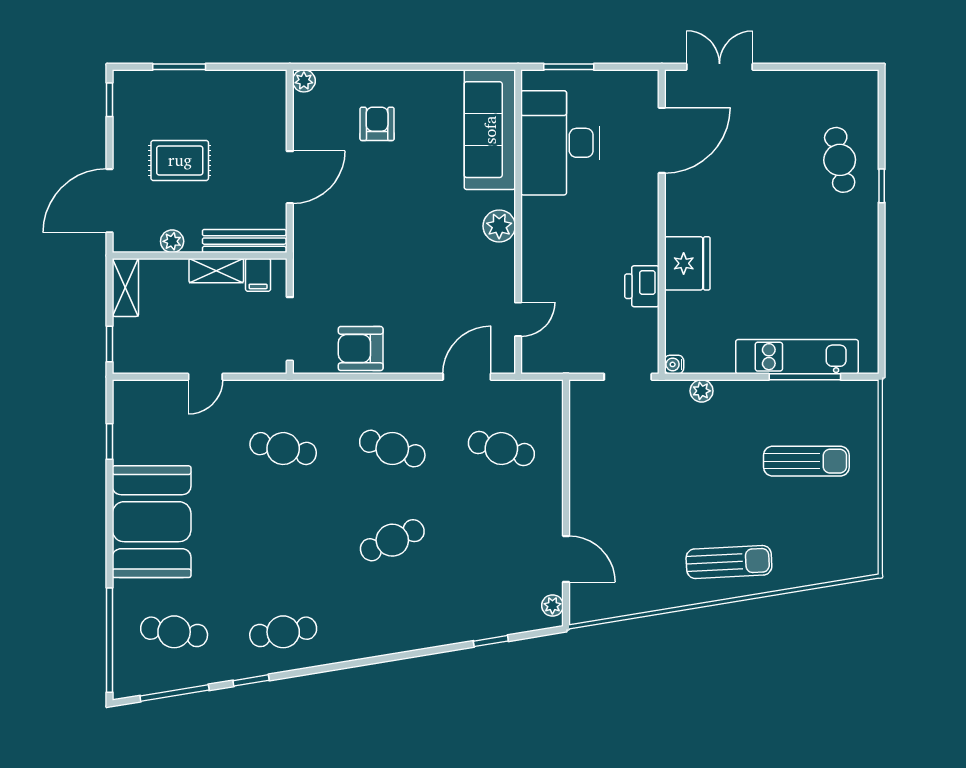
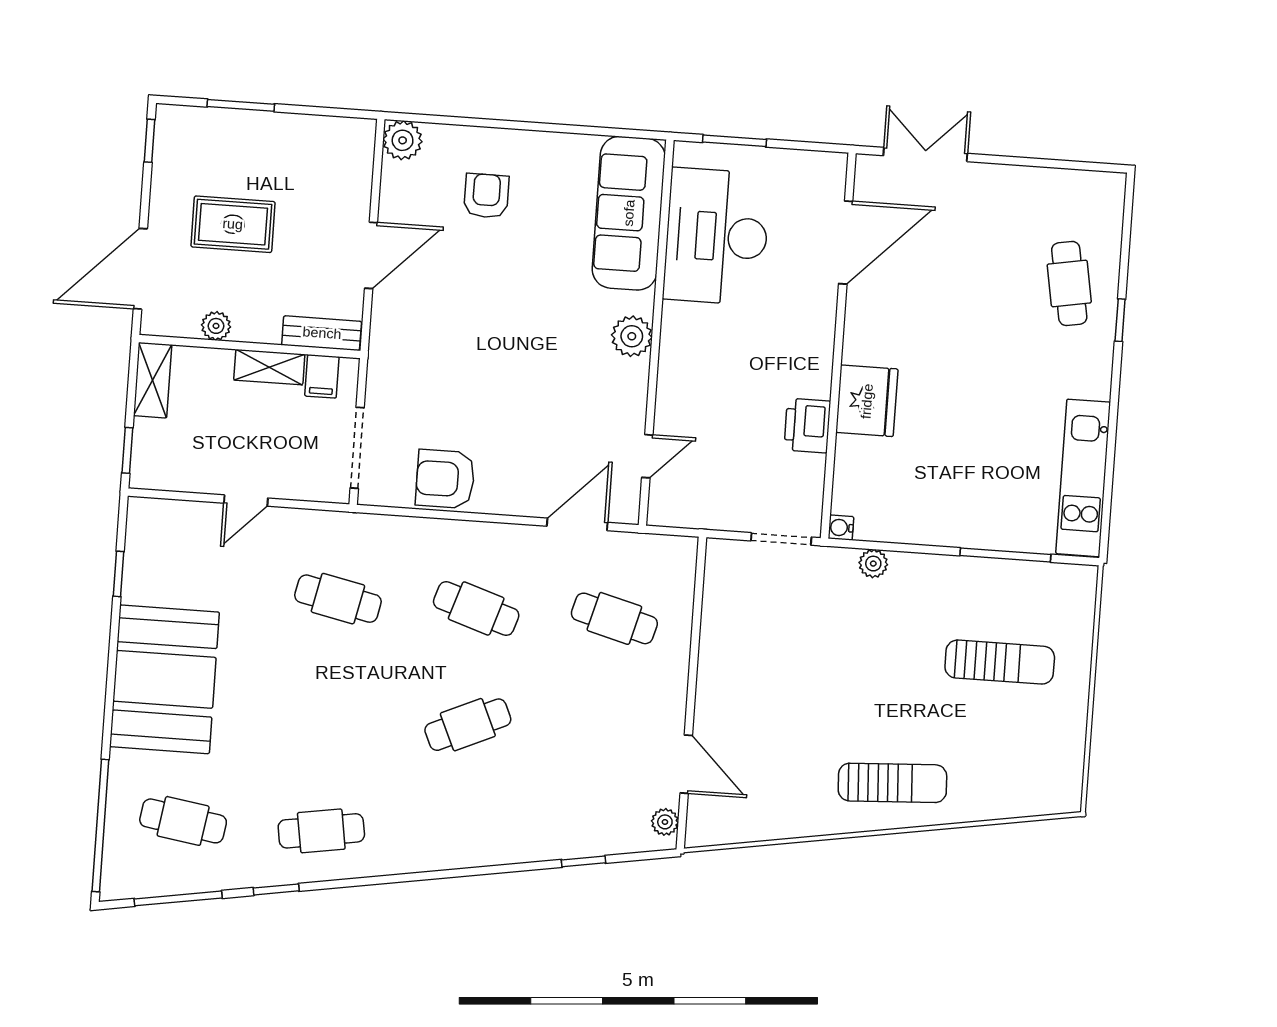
plant: (304, 81) -> (403, 140), width x1.38, depth x1.38
bench: (244, 241) -> (322, 333), width x0.73
kitchen unit: (797, 357) -> (1083, 478), moved, turned -90

